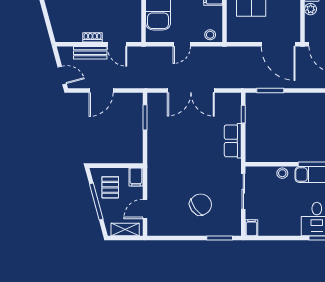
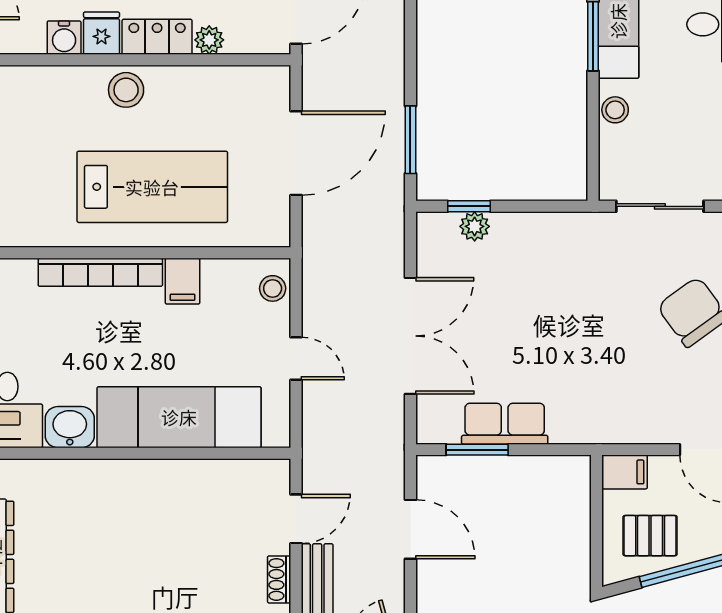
door: (278, 44) -> (296, 153), moved
door: (101, 90) -> (410, 529), moved
plant: (235, 116) -> (475, 226), added
row of seats: (233, 141) -> (505, 424), moved, turned 180

